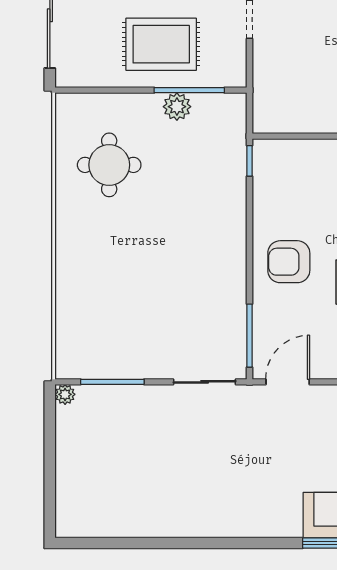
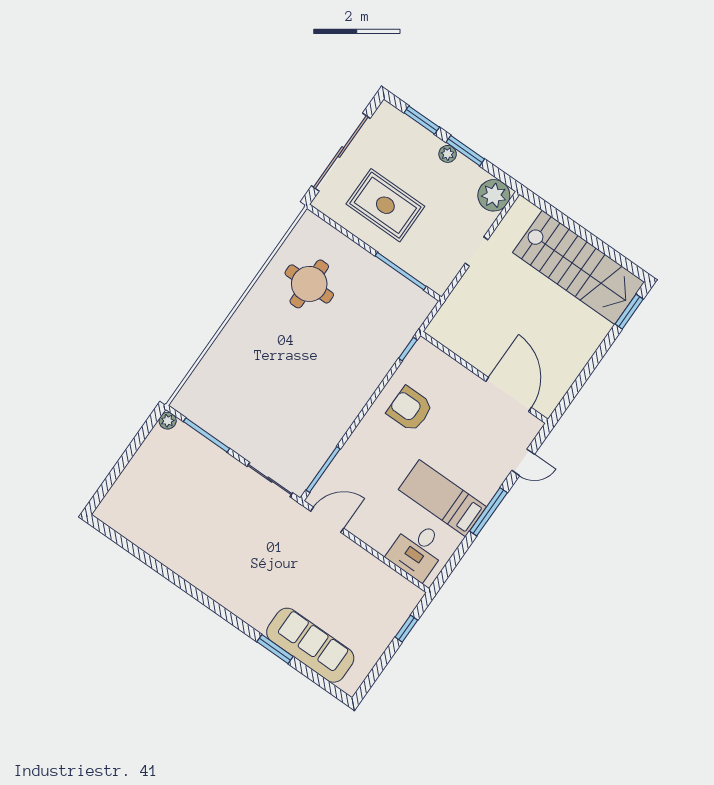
rug: (161, 44) -> (385, 205), moved
plant: (177, 107) -> (384, 277), removed
armchair: (289, 262) -> (410, 409), moved

